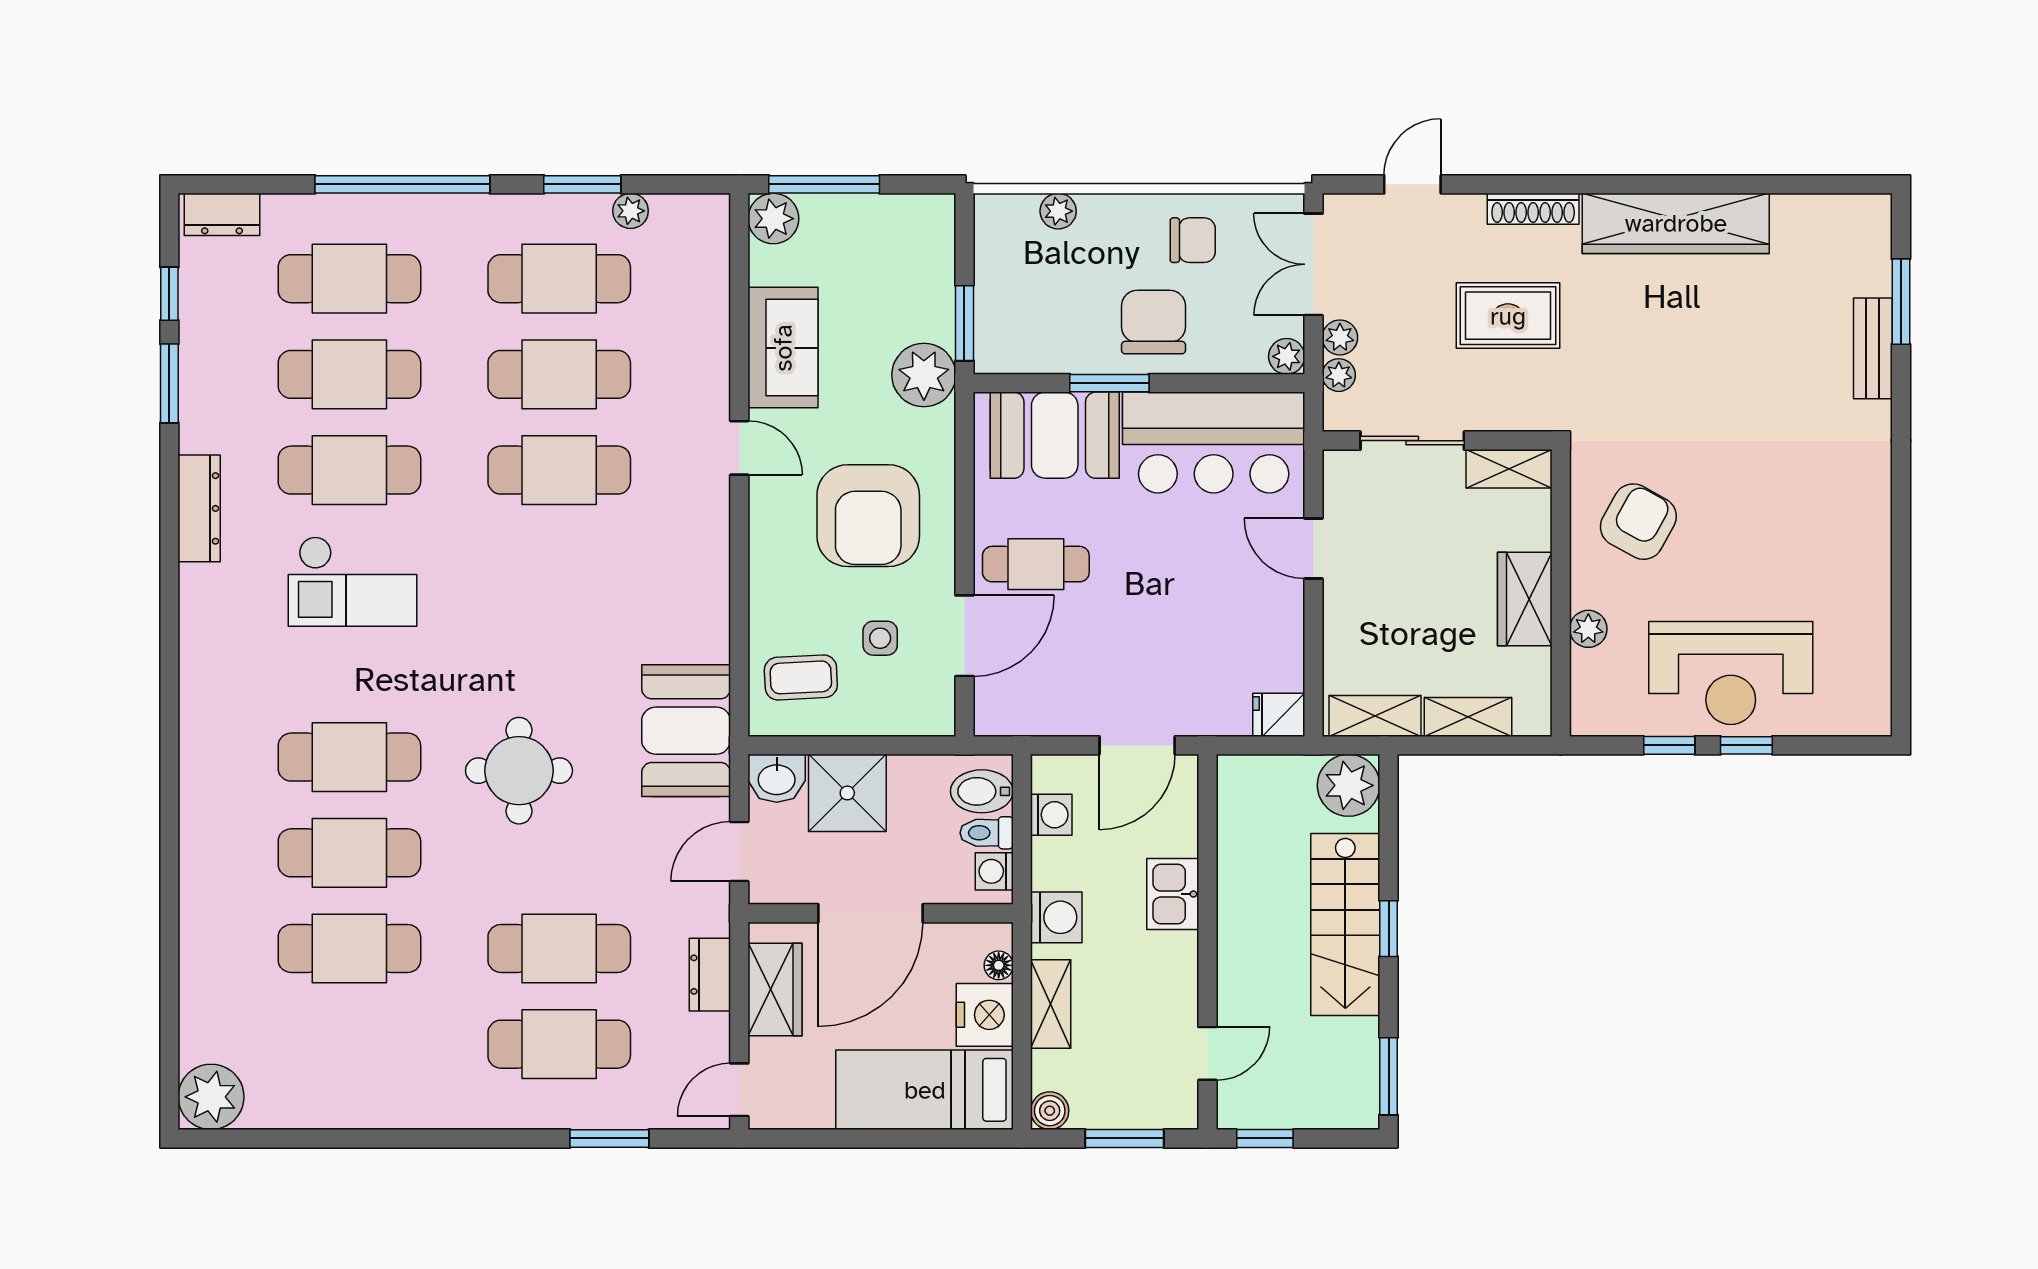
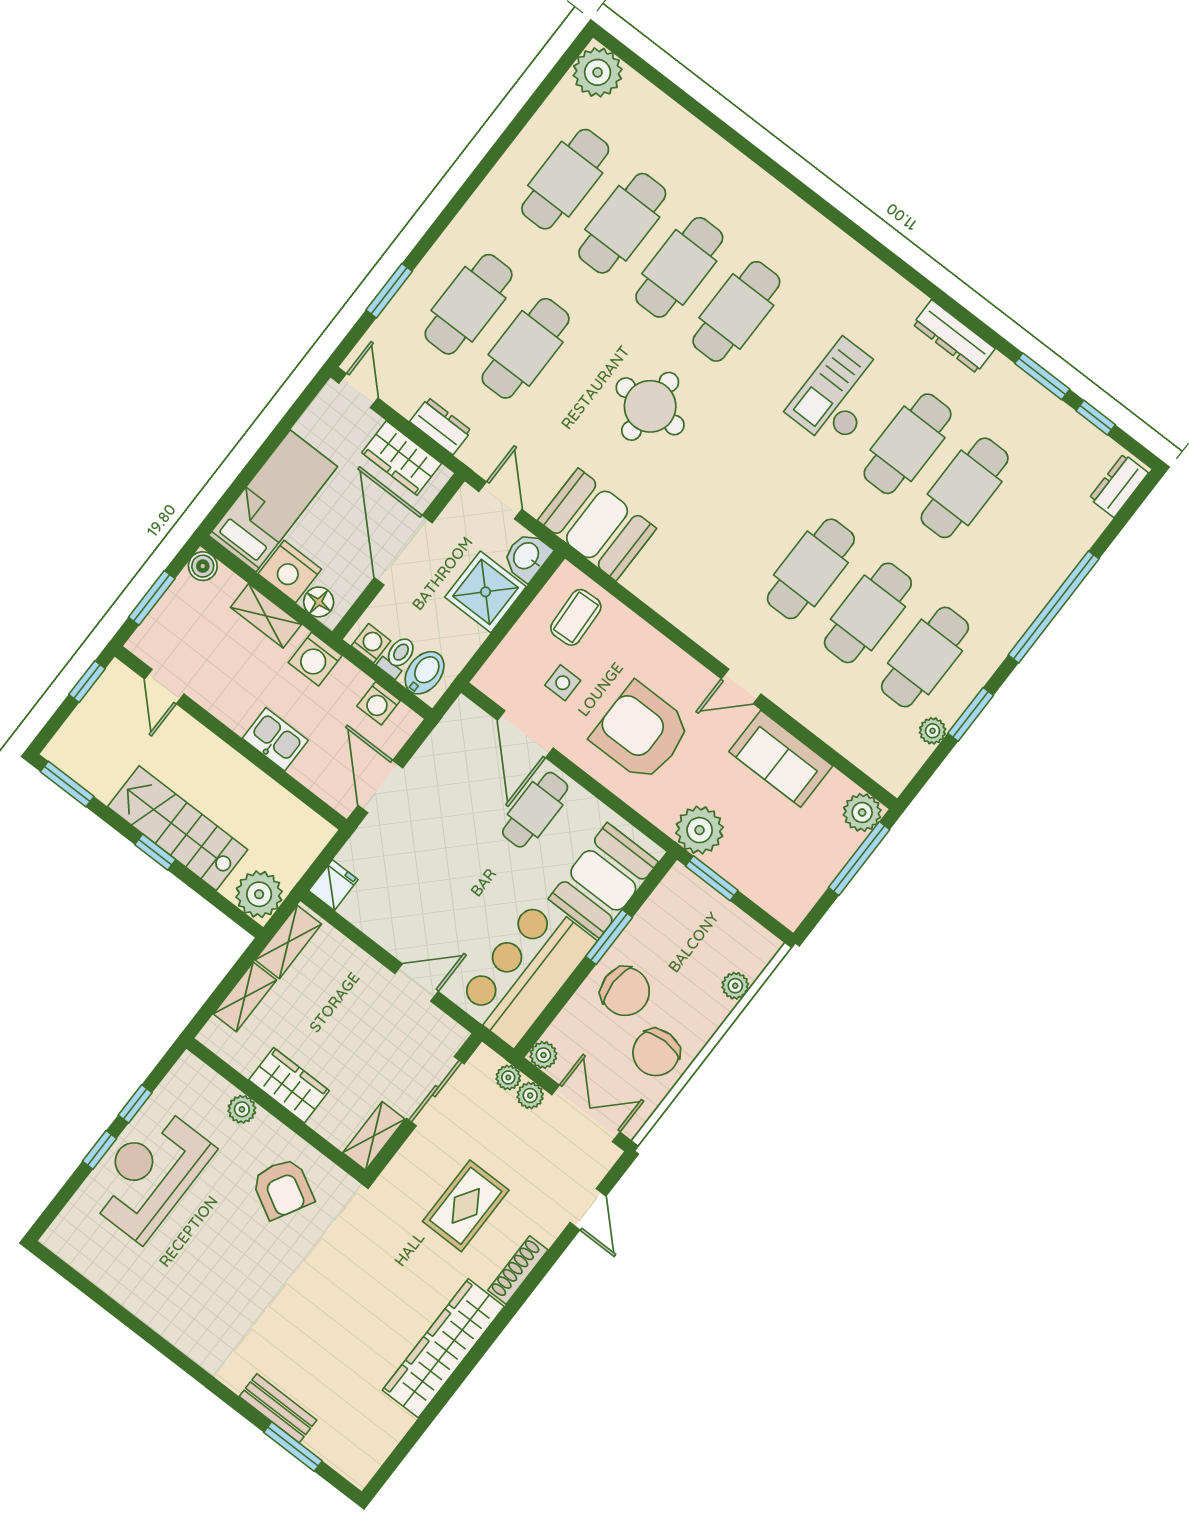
chair: (1193, 240) -> (656, 1053), width x1.37, depth x1.37
cafe table: (349, 279) -> (565, 179), moved
floor lamp: (999, 965) -> (319, 602), width x1.37, depth x1.37

